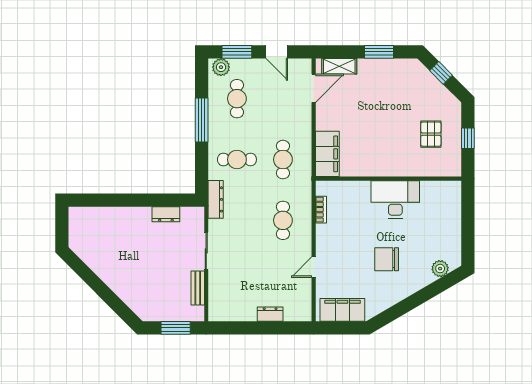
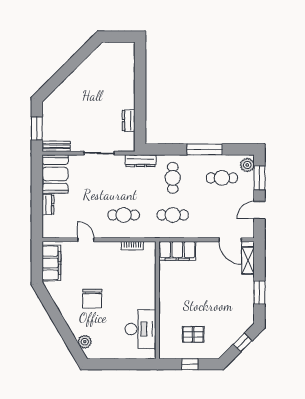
desk: (395, 199) -> (140, 329), moved
chair: (387, 259) -> (92, 299), turned 180
bench: (198, 288) -> (56, 146), moved
booth: (232, 305) -> (55, 174), added

